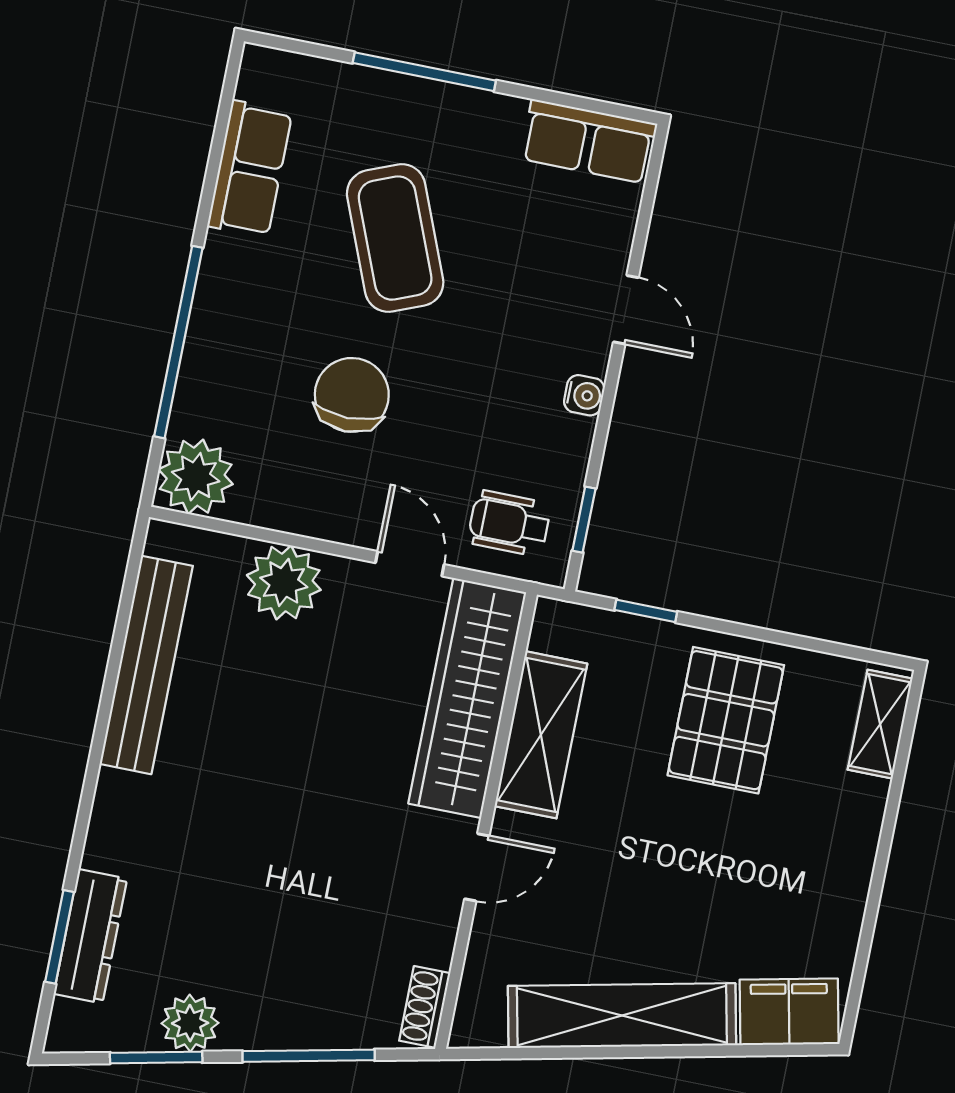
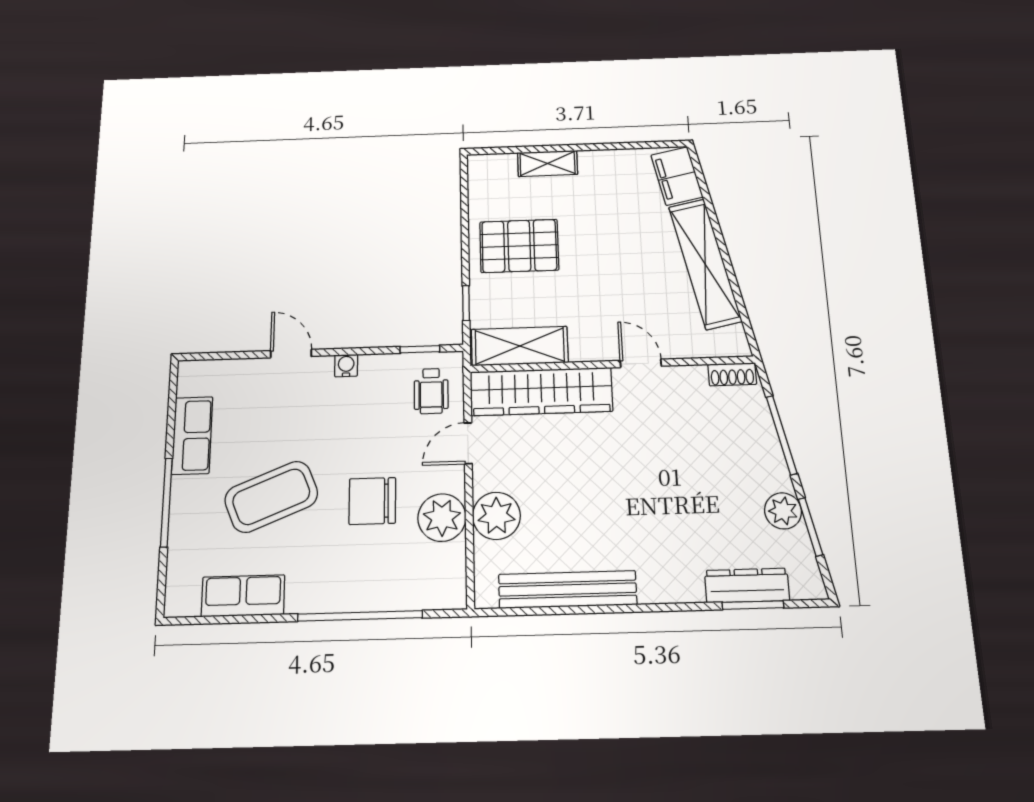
row of seats: (589, 141) -> (192, 435), moved
door: (626, 310) -> (291, 354), hinge flipped
plant: (196, 477) -> (442, 518), moved
shelving: (880, 724) -> (548, 163), moved
shelving: (541, 735) -> (520, 346), moved

